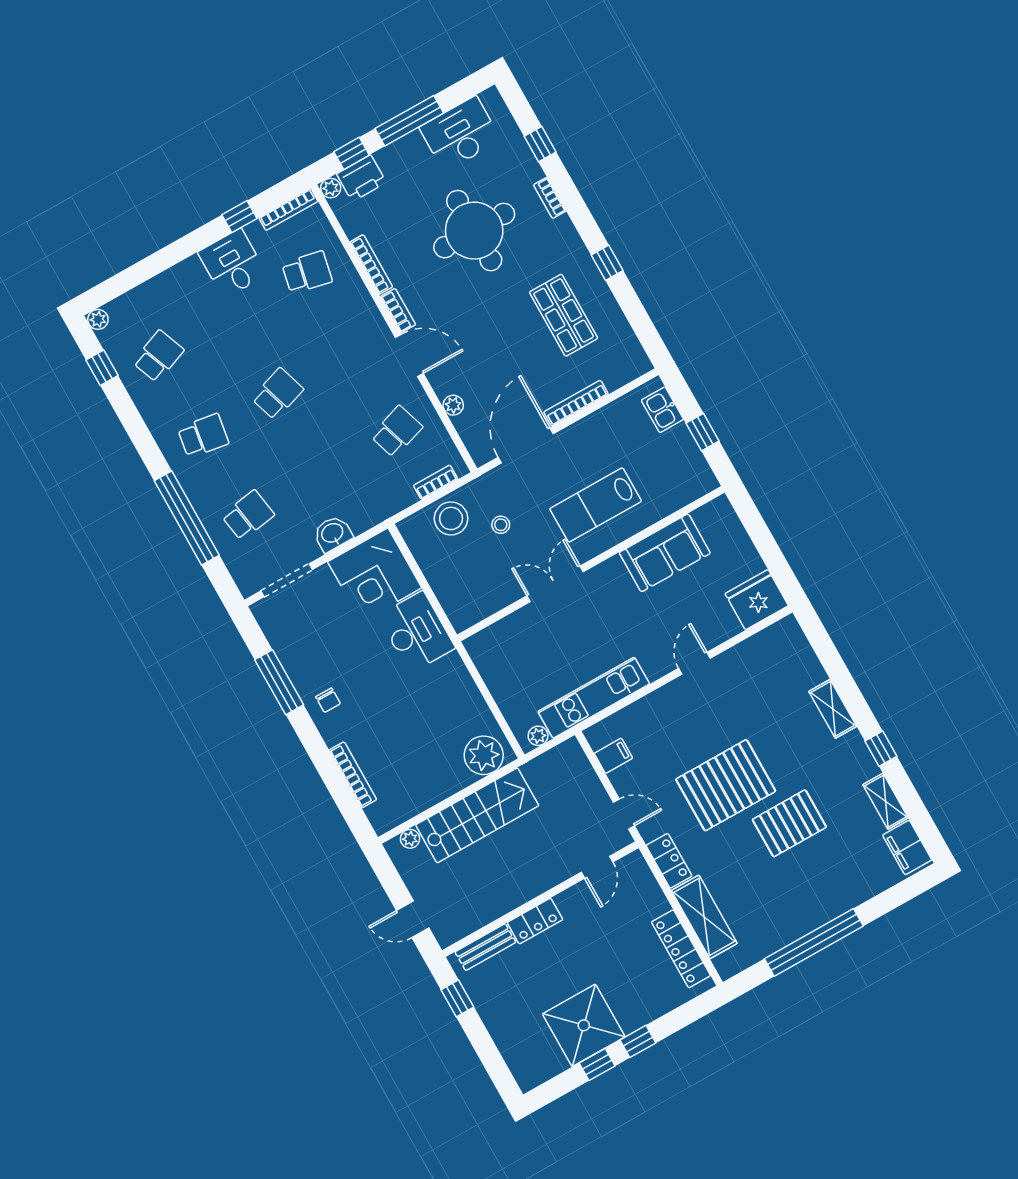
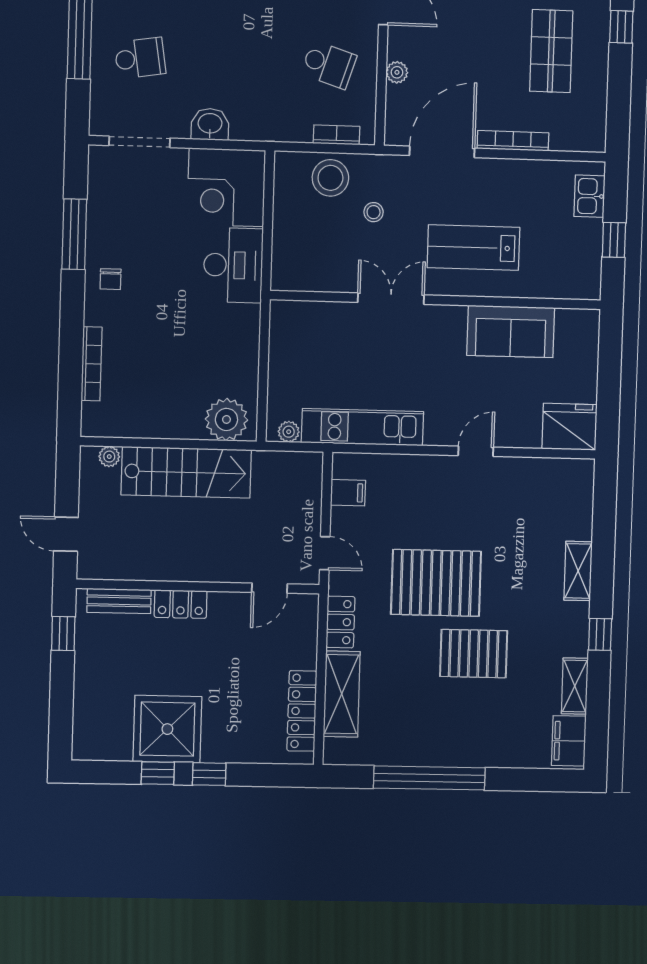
school desk: (397, 432) -> (329, 65), turned 36

